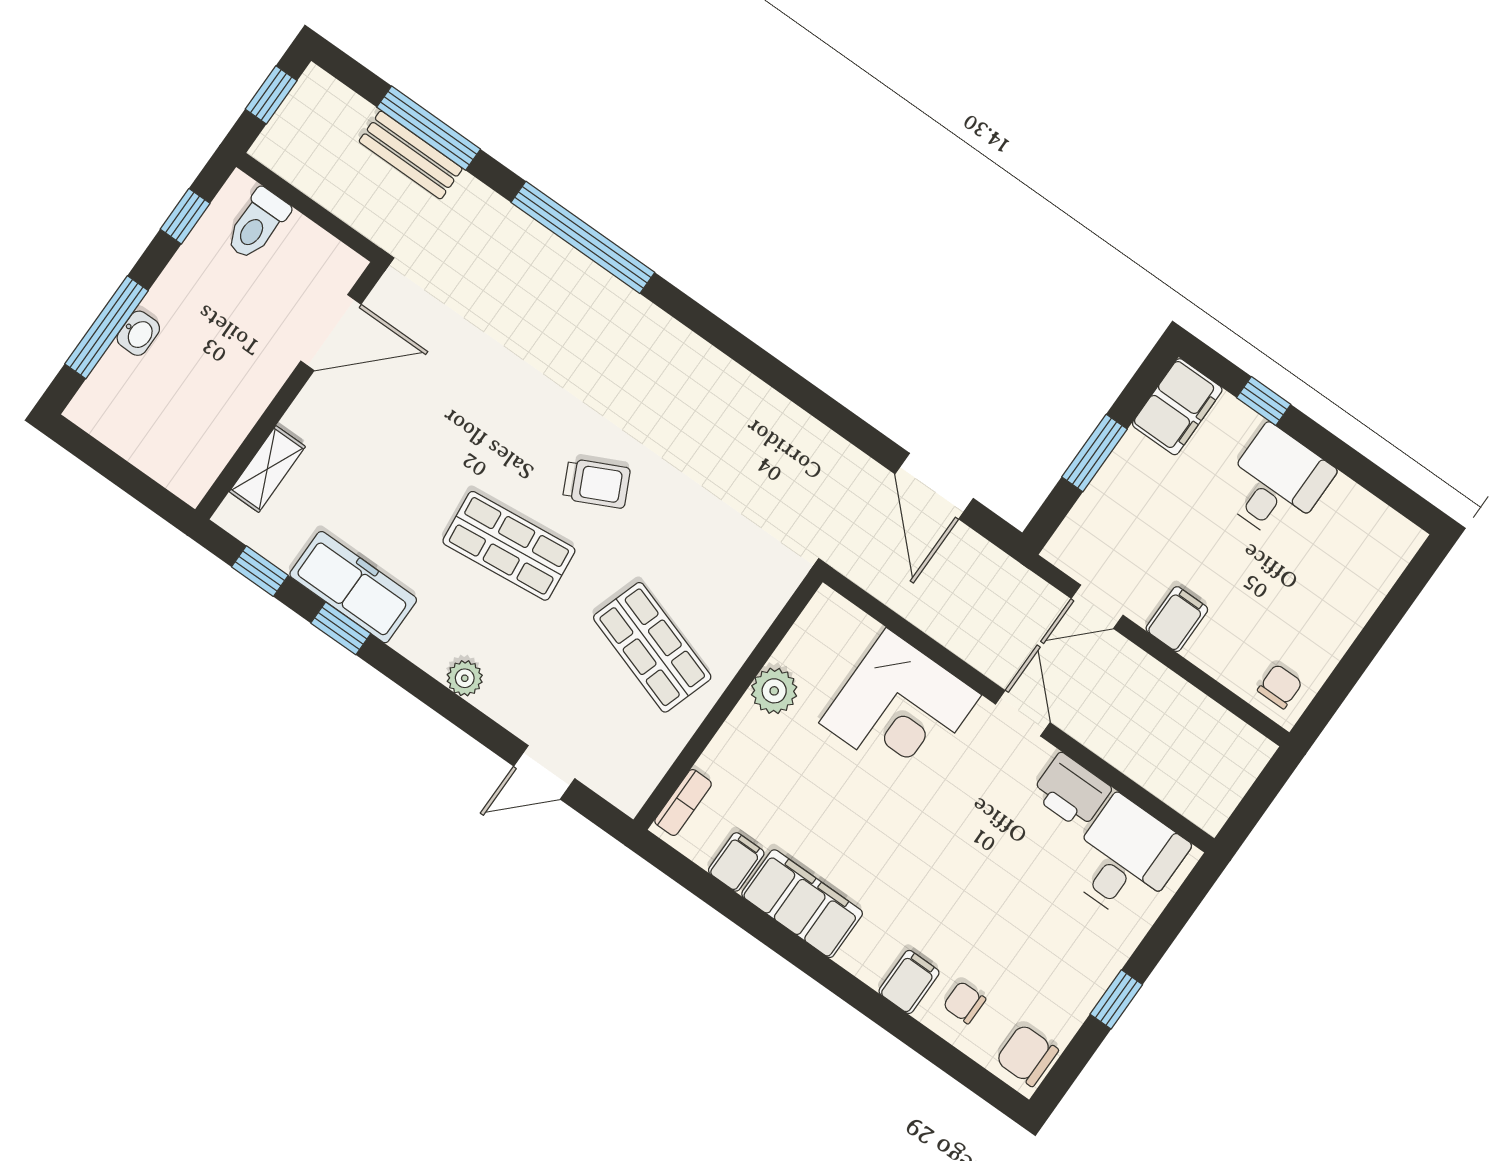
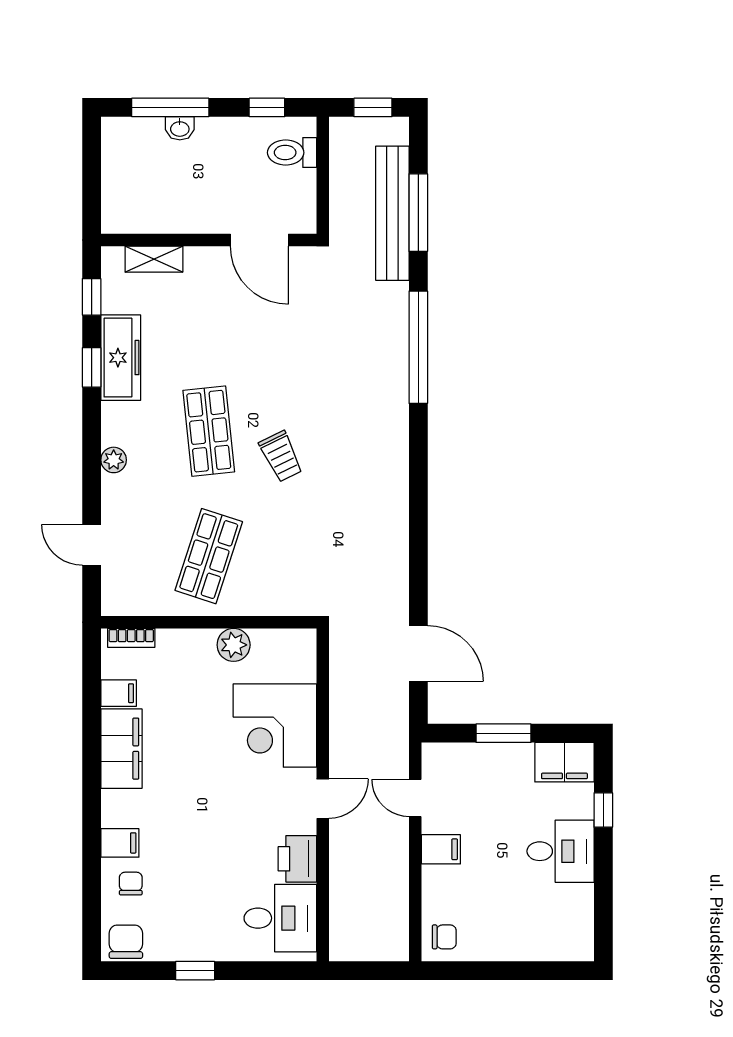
bench: (411, 155) -> (392, 213), width x1.86, depth x1.21
door: (934, 486) -> (418, 654), swing flipped

